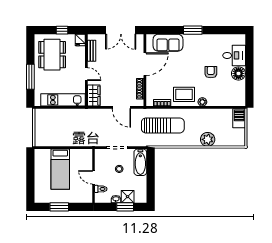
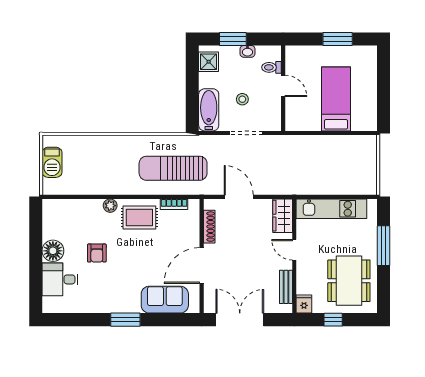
barbecue: (239, 118) -> (52, 162), moved
plant: (208, 139) -> (102, 146), removed
shower: (128, 197) -> (209, 62), moved

